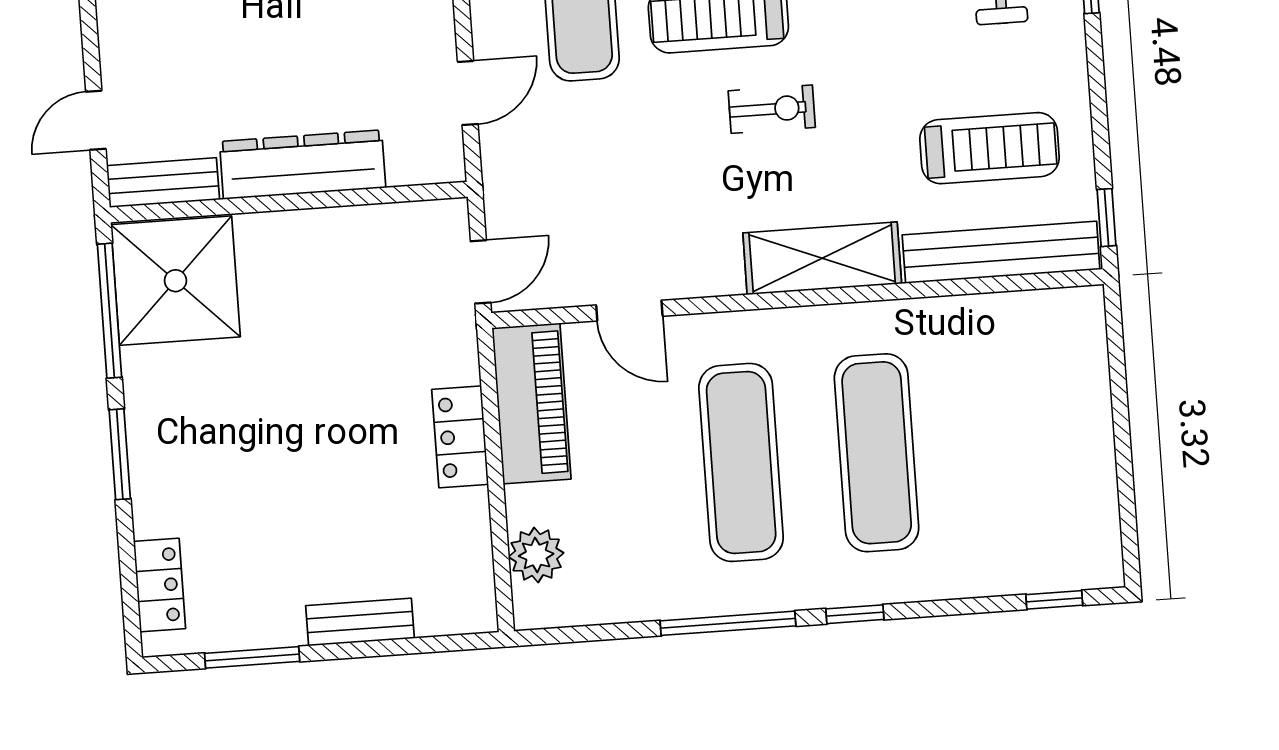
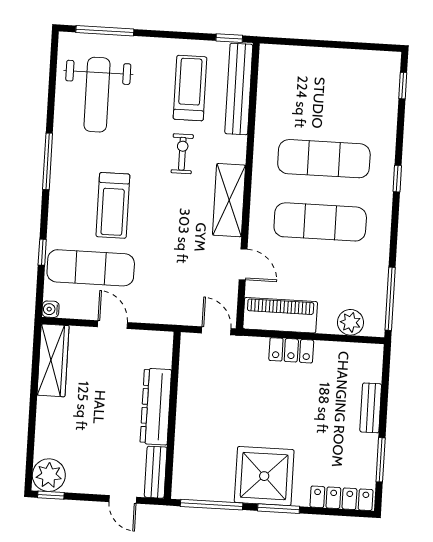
door: (468, 93) -> (112, 325), moved
exercise bike: (772, 109) -> (182, 154), moved
shelving: (822, 258) -> (229, 200), moved
shower: (175, 281) -> (264, 476), moved
door: (629, 311) -> (243, 264), hinge flipped
locker: (159, 585) -> (341, 498), width x1.53
window: (728, 623) -> (390, 299), moved

